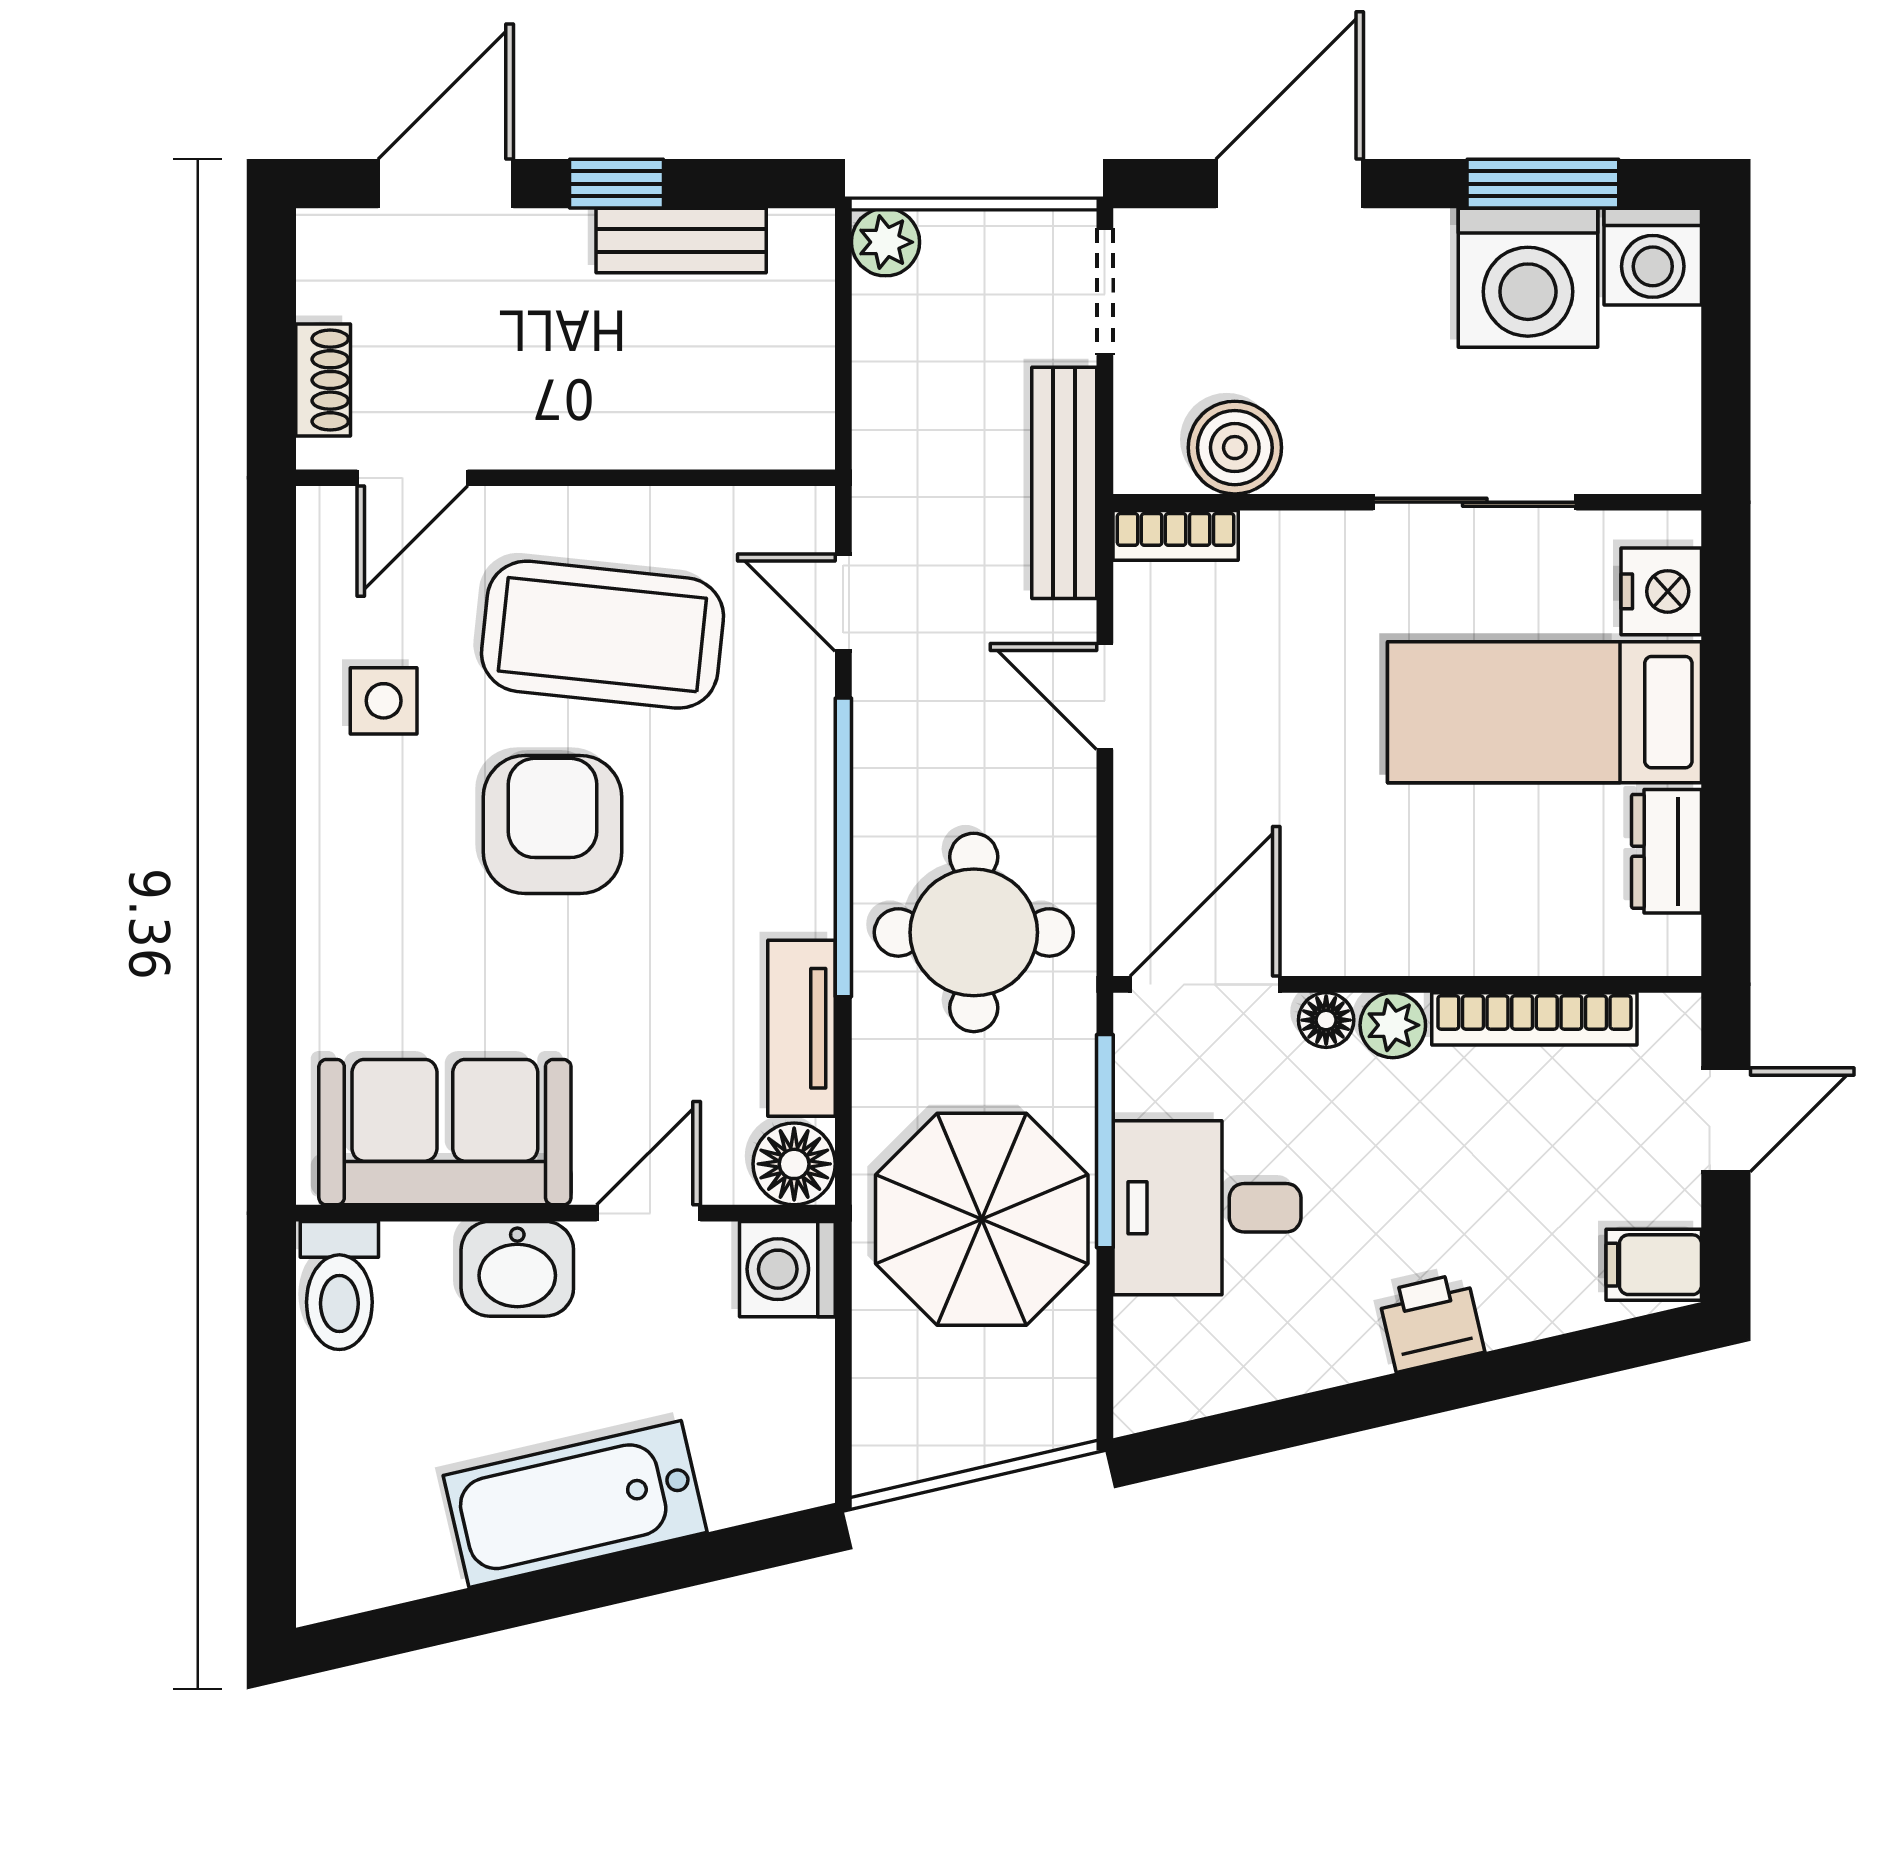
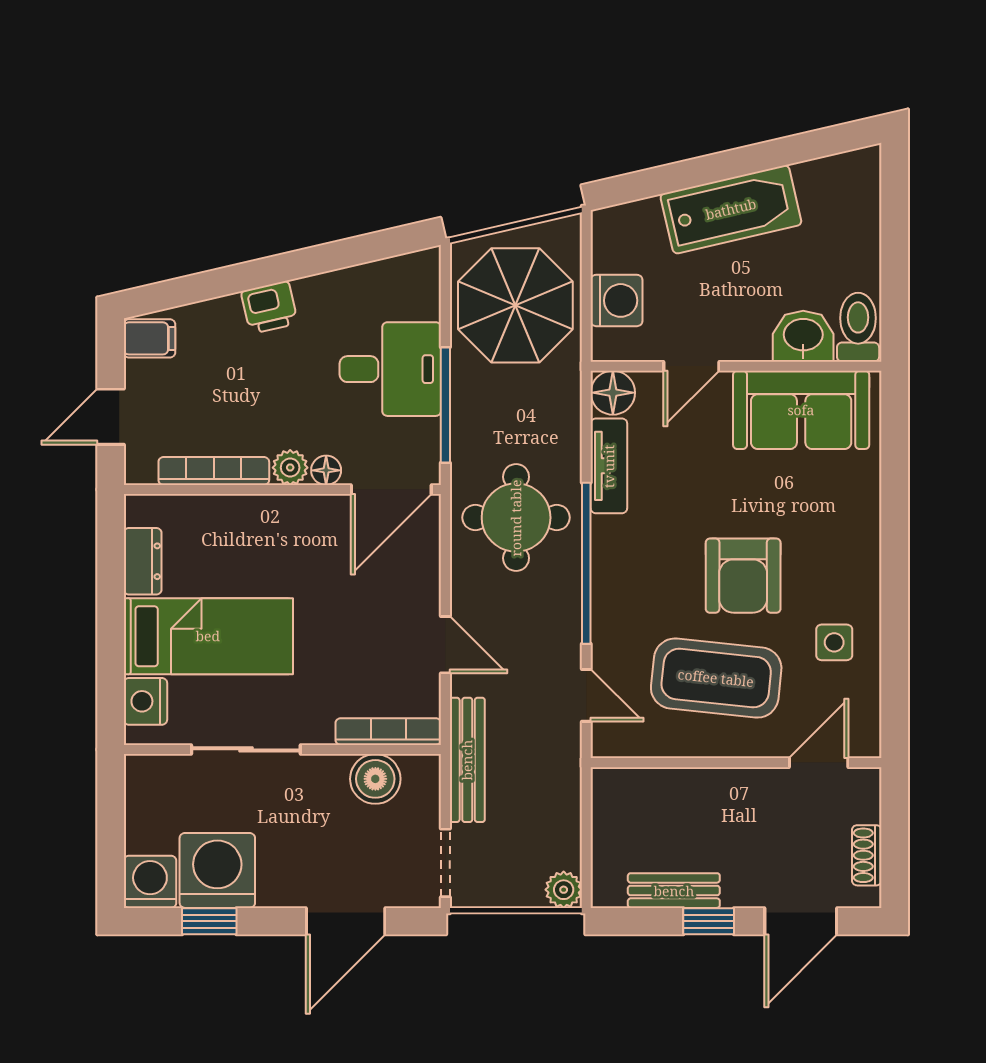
window: (1543, 184) -> (209, 921), width x0.67
shoe rack: (323, 380) -> (867, 855), moved
bookcase: (1176, 535) -> (388, 732), width x1.56
parasol: (982, 1219) -> (515, 305), moved
washbasin: (517, 1269) -> (803, 336), moved
washing machine: (787, 1269) -> (617, 300), moved

